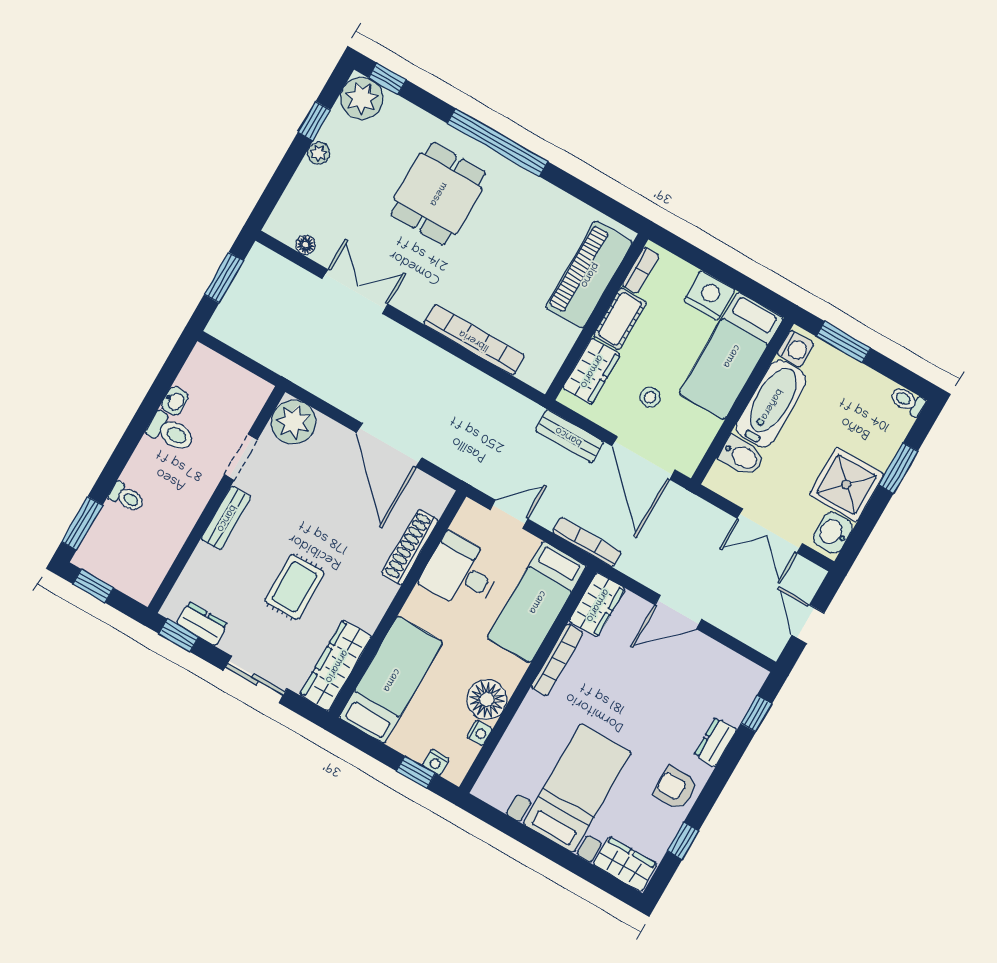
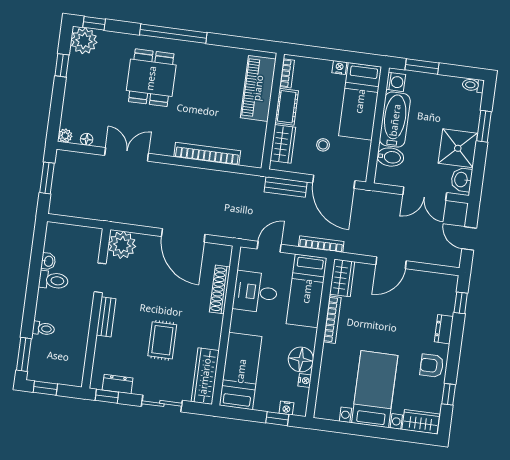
plant: (319, 153) -> (65, 136), moved
nightstand: (709, 296) -> (339, 67), width x0.53, depth x0.56

